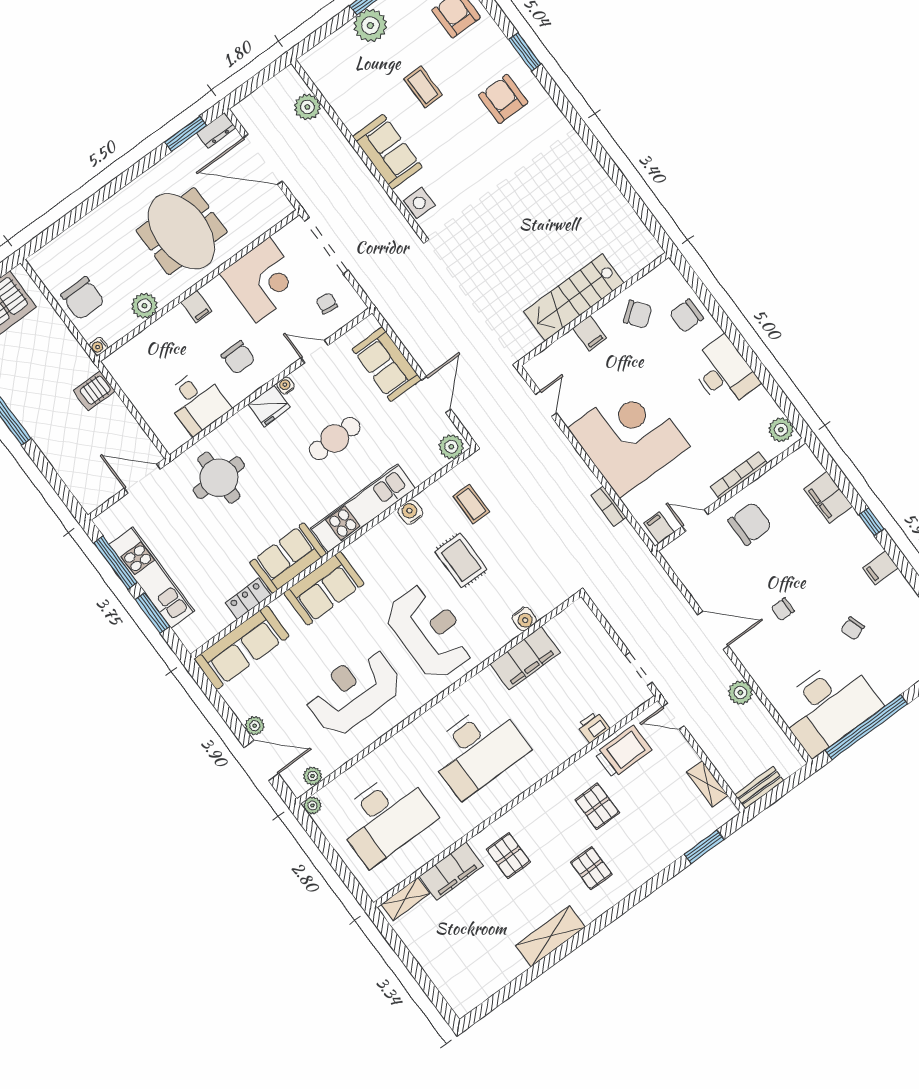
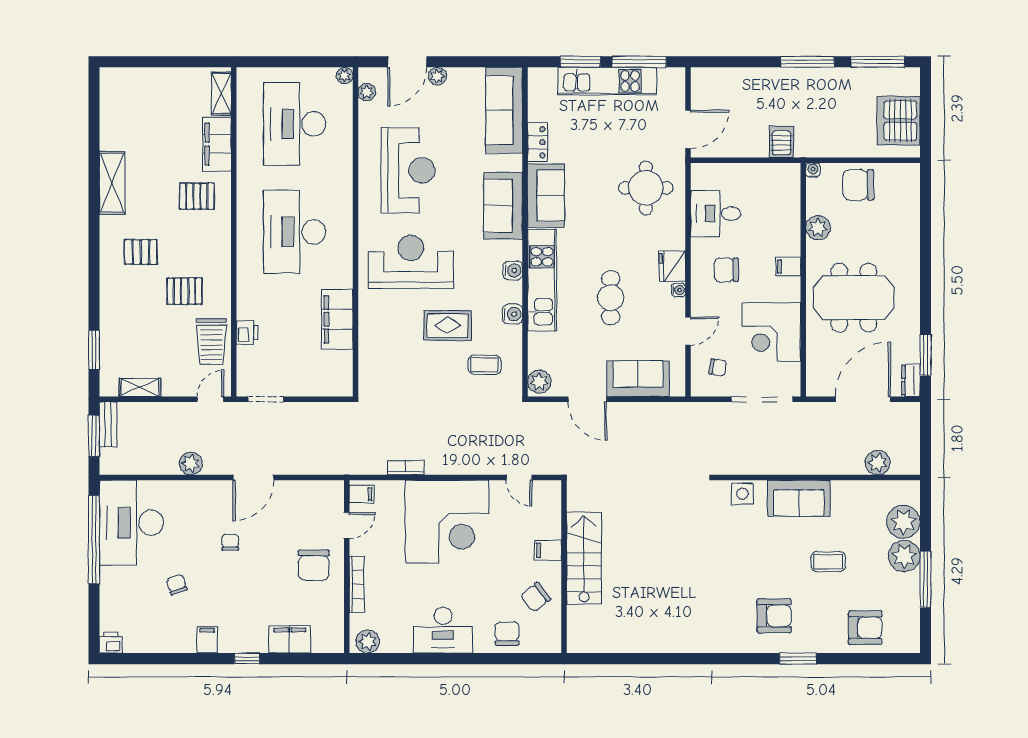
plant: (342, 48) -> (903, 522), added
water cooler: (524, 619) -> (513, 271), moved, turned 180
reception desk: (430, 632) -> (411, 262), turned 180
window: (778, 793) -> (94, 436), added

